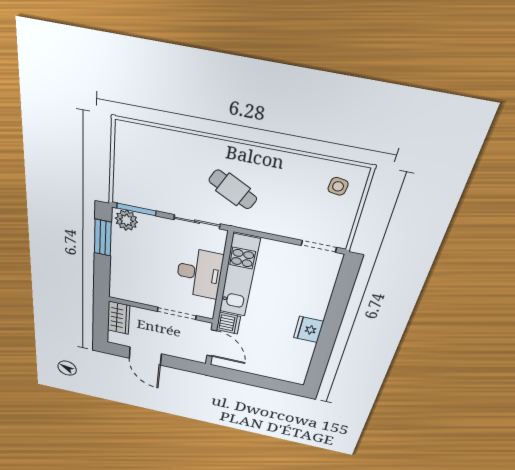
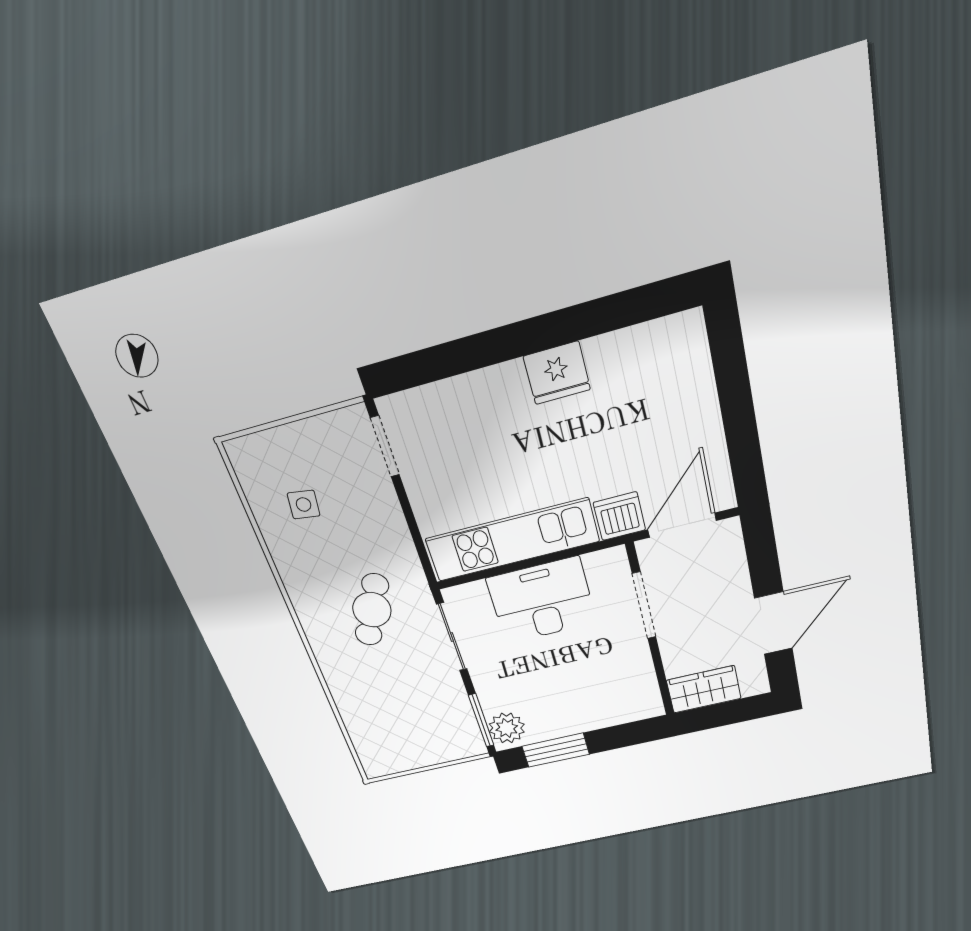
side table: (338, 186) -> (304, 504), moved

